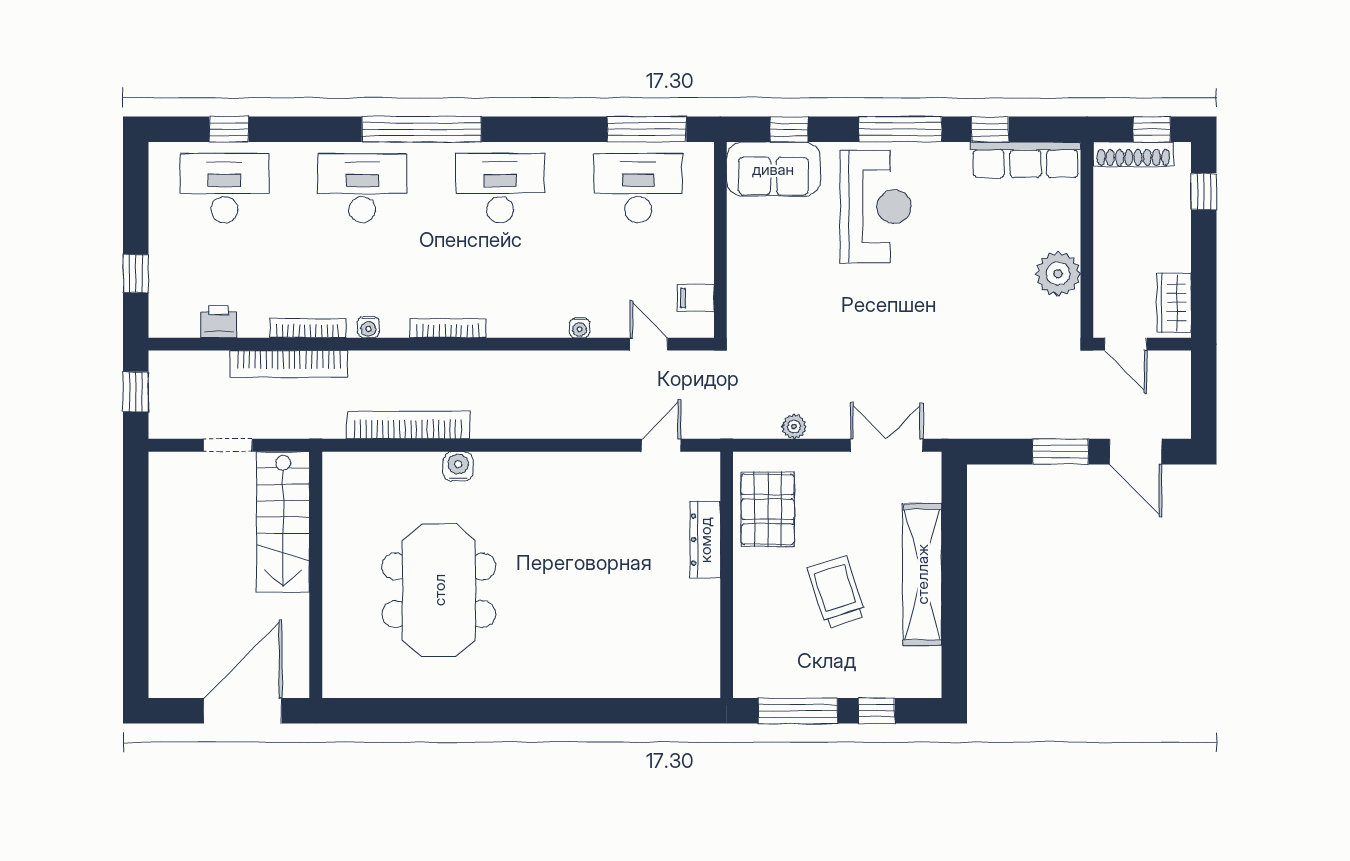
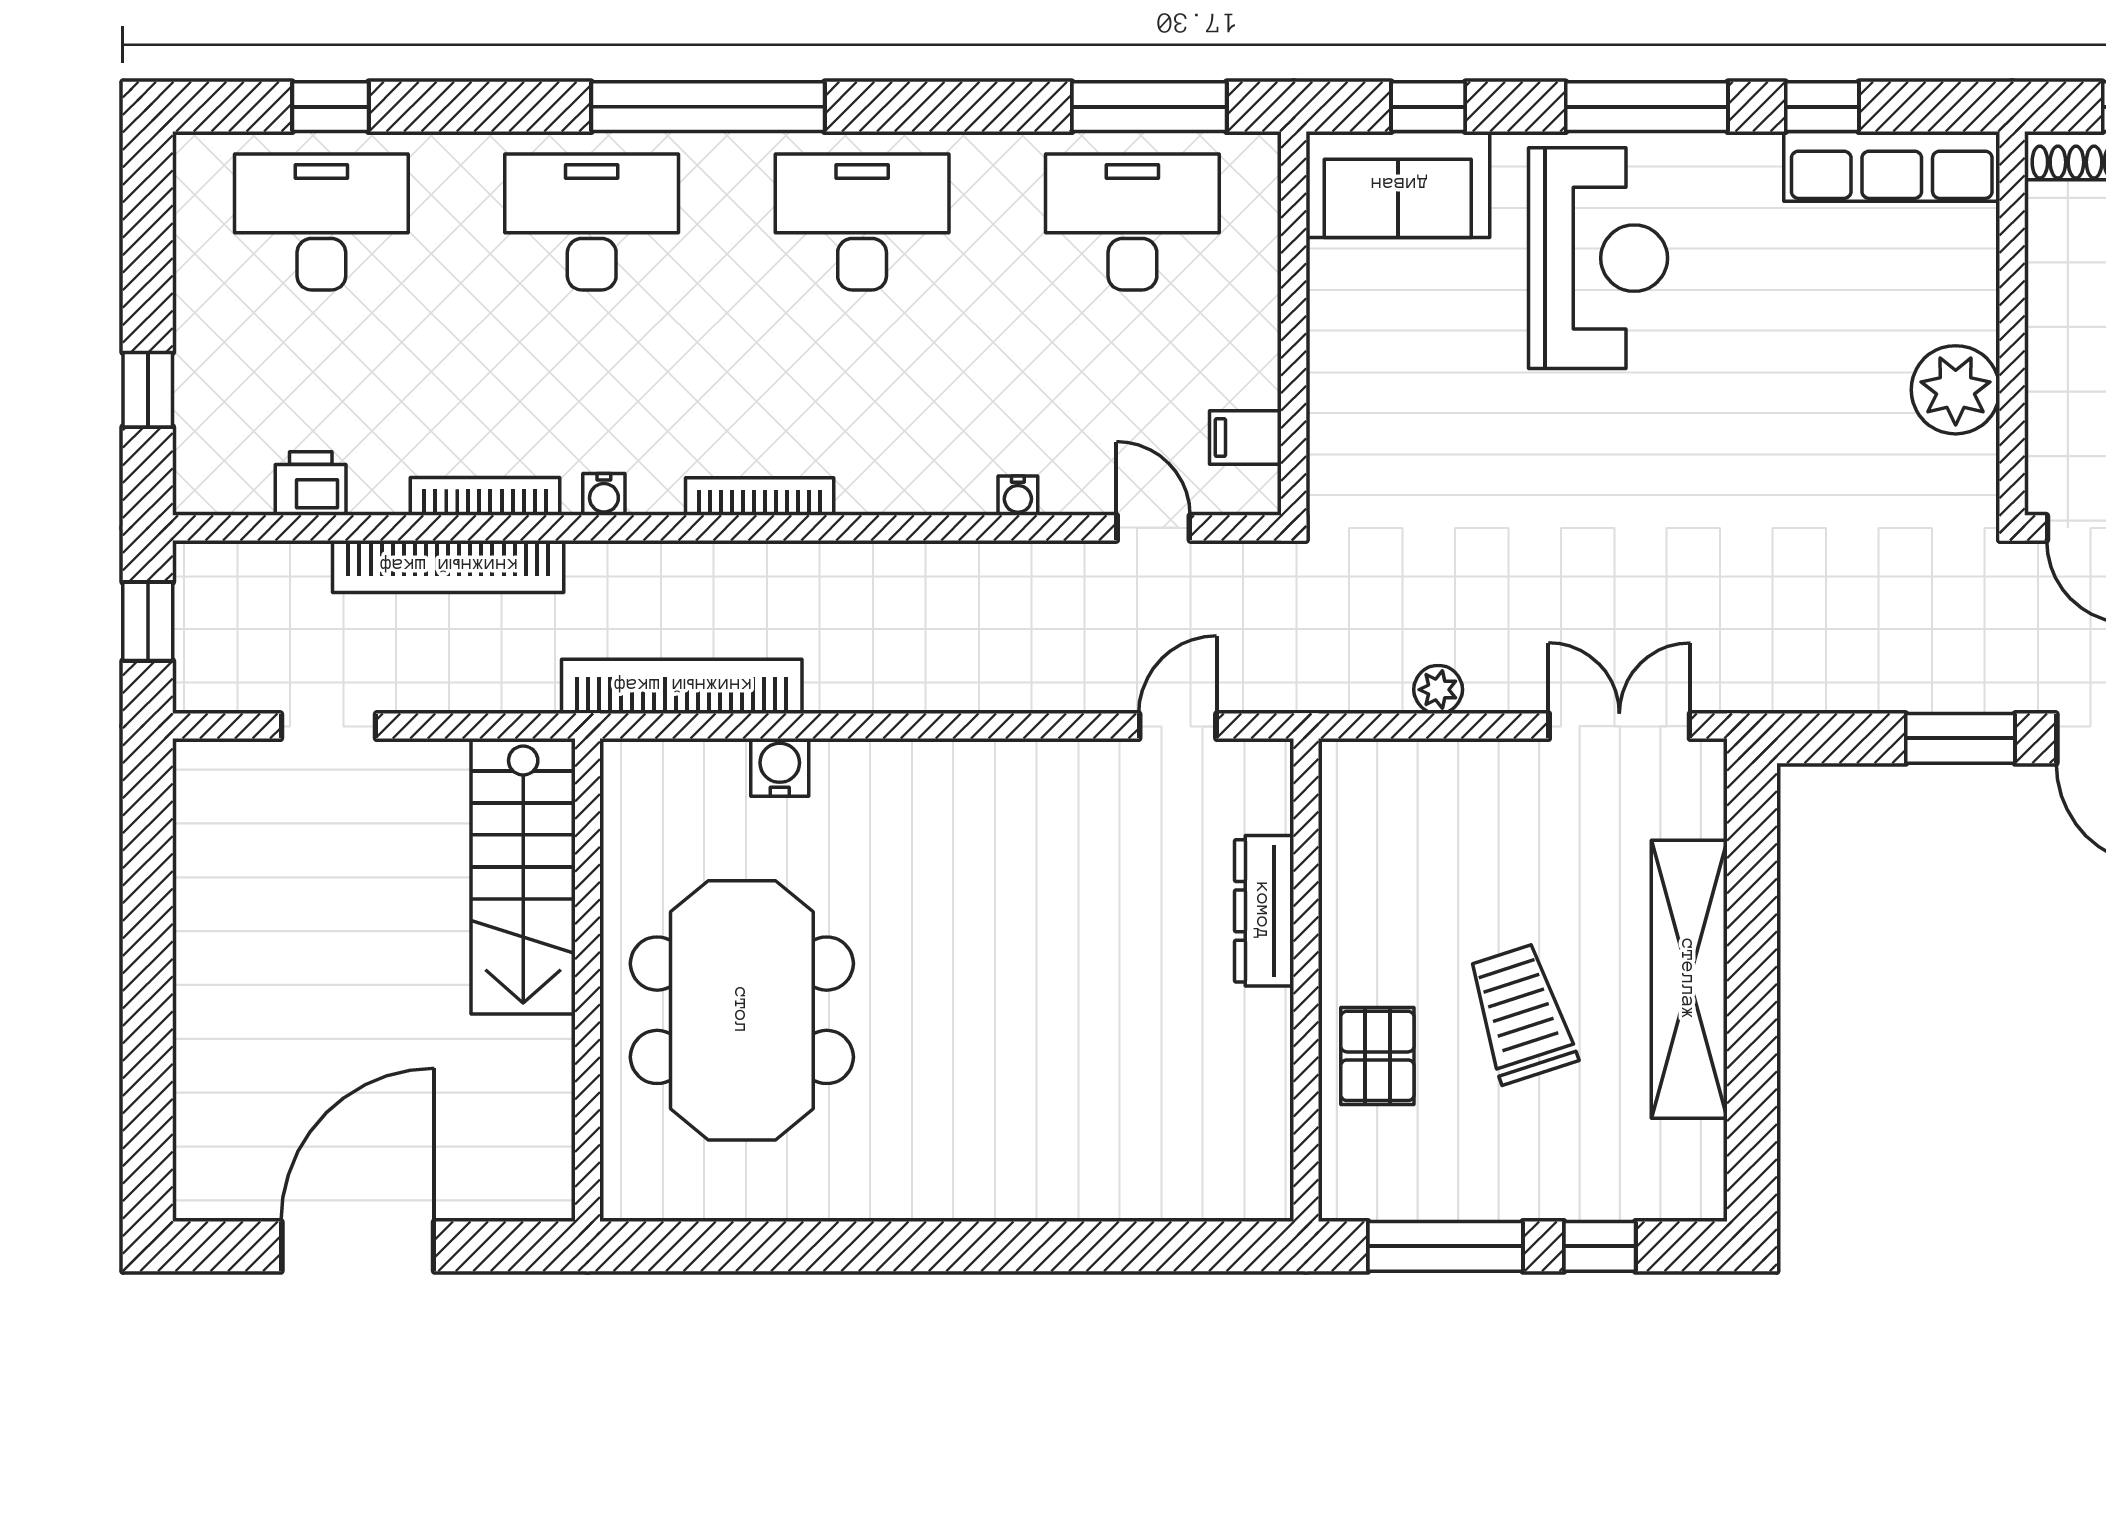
pallet: (768, 509) -> (1377, 1056), moved, width x0.67, depth x0.71
stairs: (283, 522) -> (523, 876), moved
wall: (316, 575) -> (588, 980), moved

